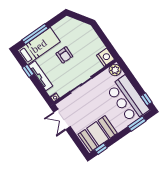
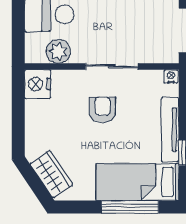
wardrobe: (75, 25) -> (51, 174), added
armchair: (64, 55) -> (103, 110), moved
plant: (115, 70) -> (58, 51), moved

